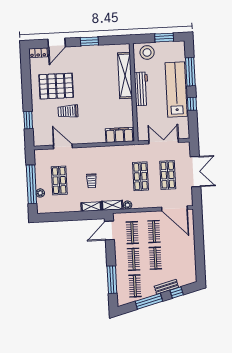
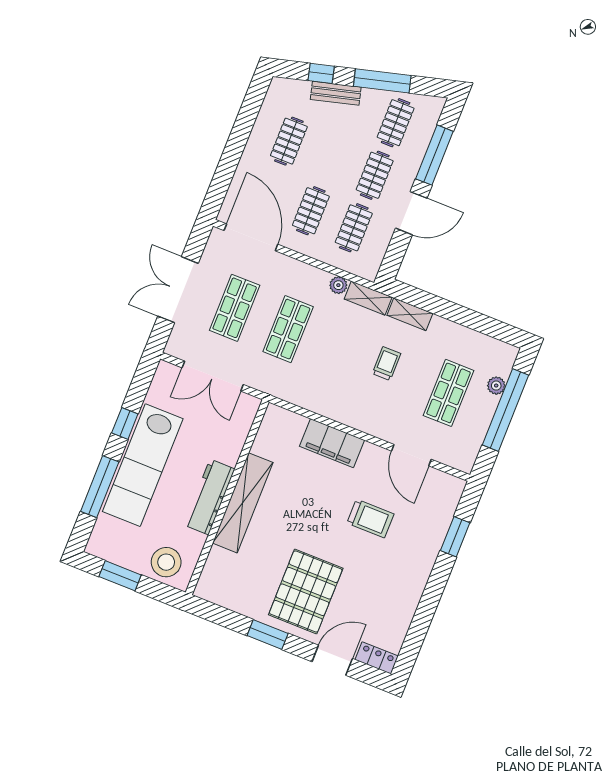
shelving: (125, 75) -> (243, 503), moved
pallet: (56, 86) -> (306, 591), moved, turned 90
filing cabinet: (119, 135) -> (332, 443), moved
door: (109, 231) -> (411, 213), moved
clothes rail: (155, 258) -> (289, 141), moved

